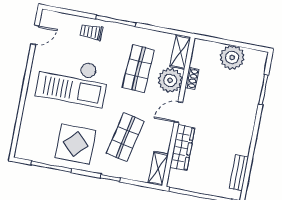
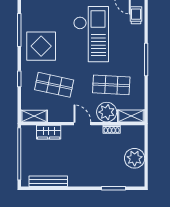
trolley: (91, 32) -> (136, 15), moved
checkout: (73, 81) -> (91, 34), turned 180
wardrobe: (182, 148) -> (49, 132), width x0.67
bench: (239, 173) -> (48, 181), width x1.36

